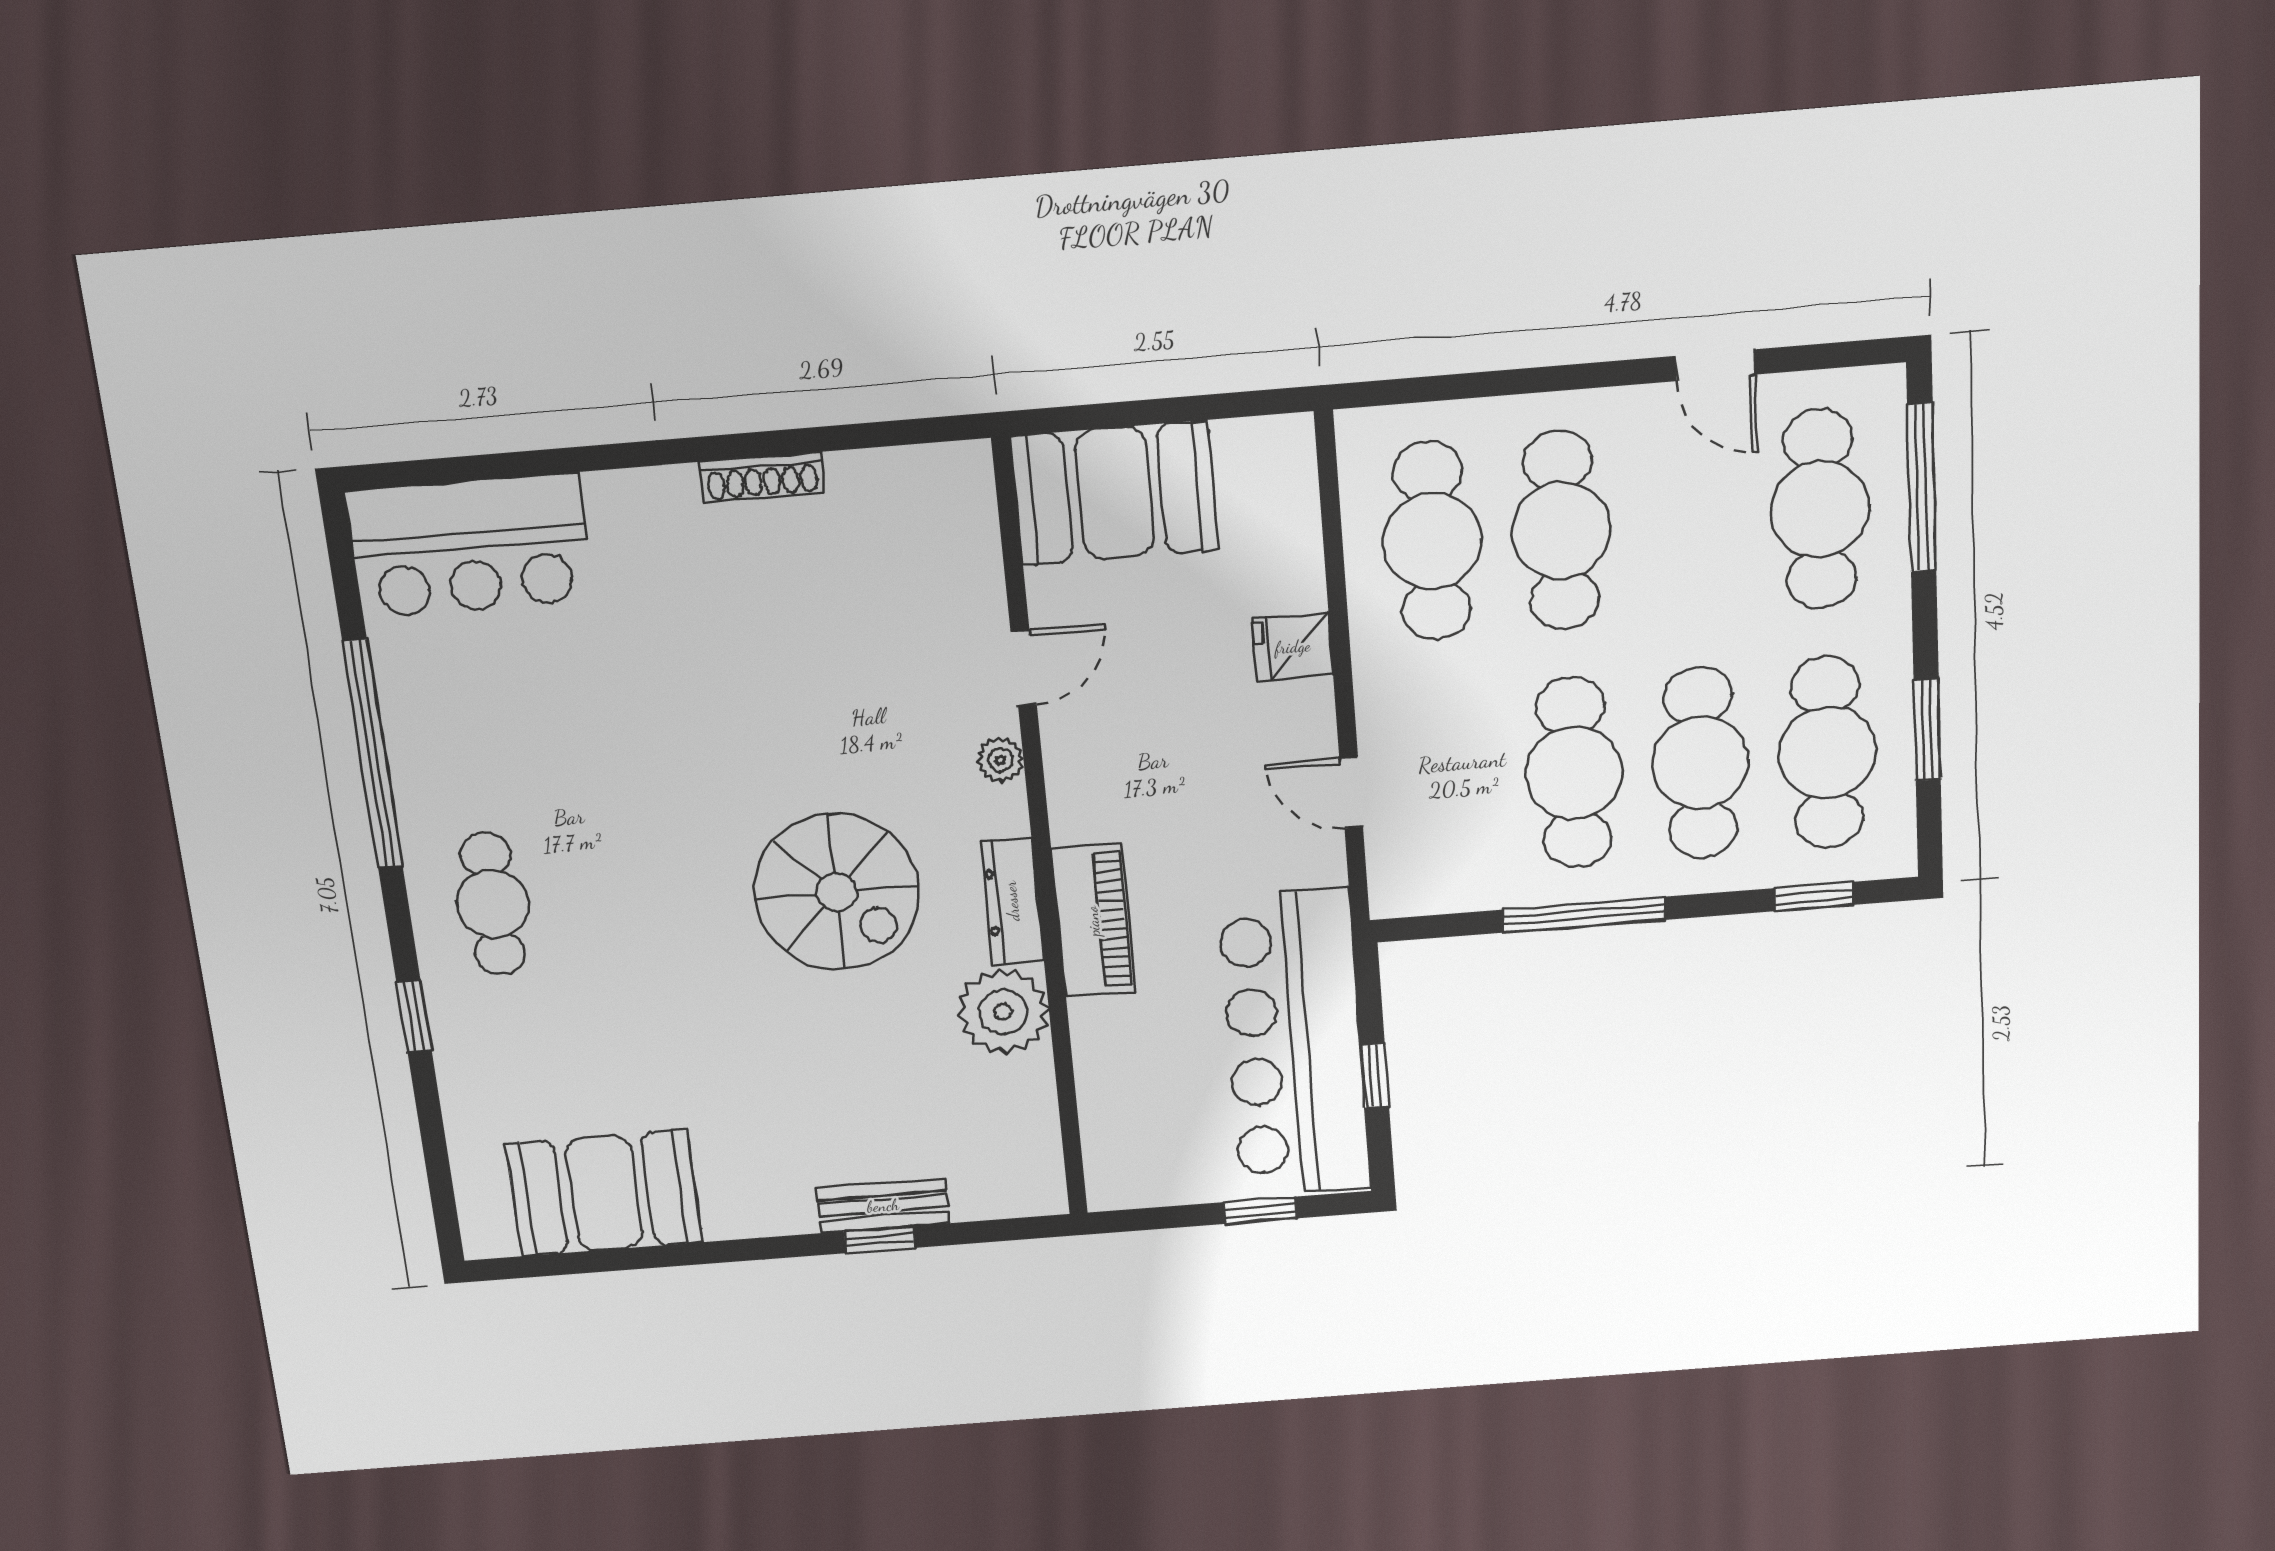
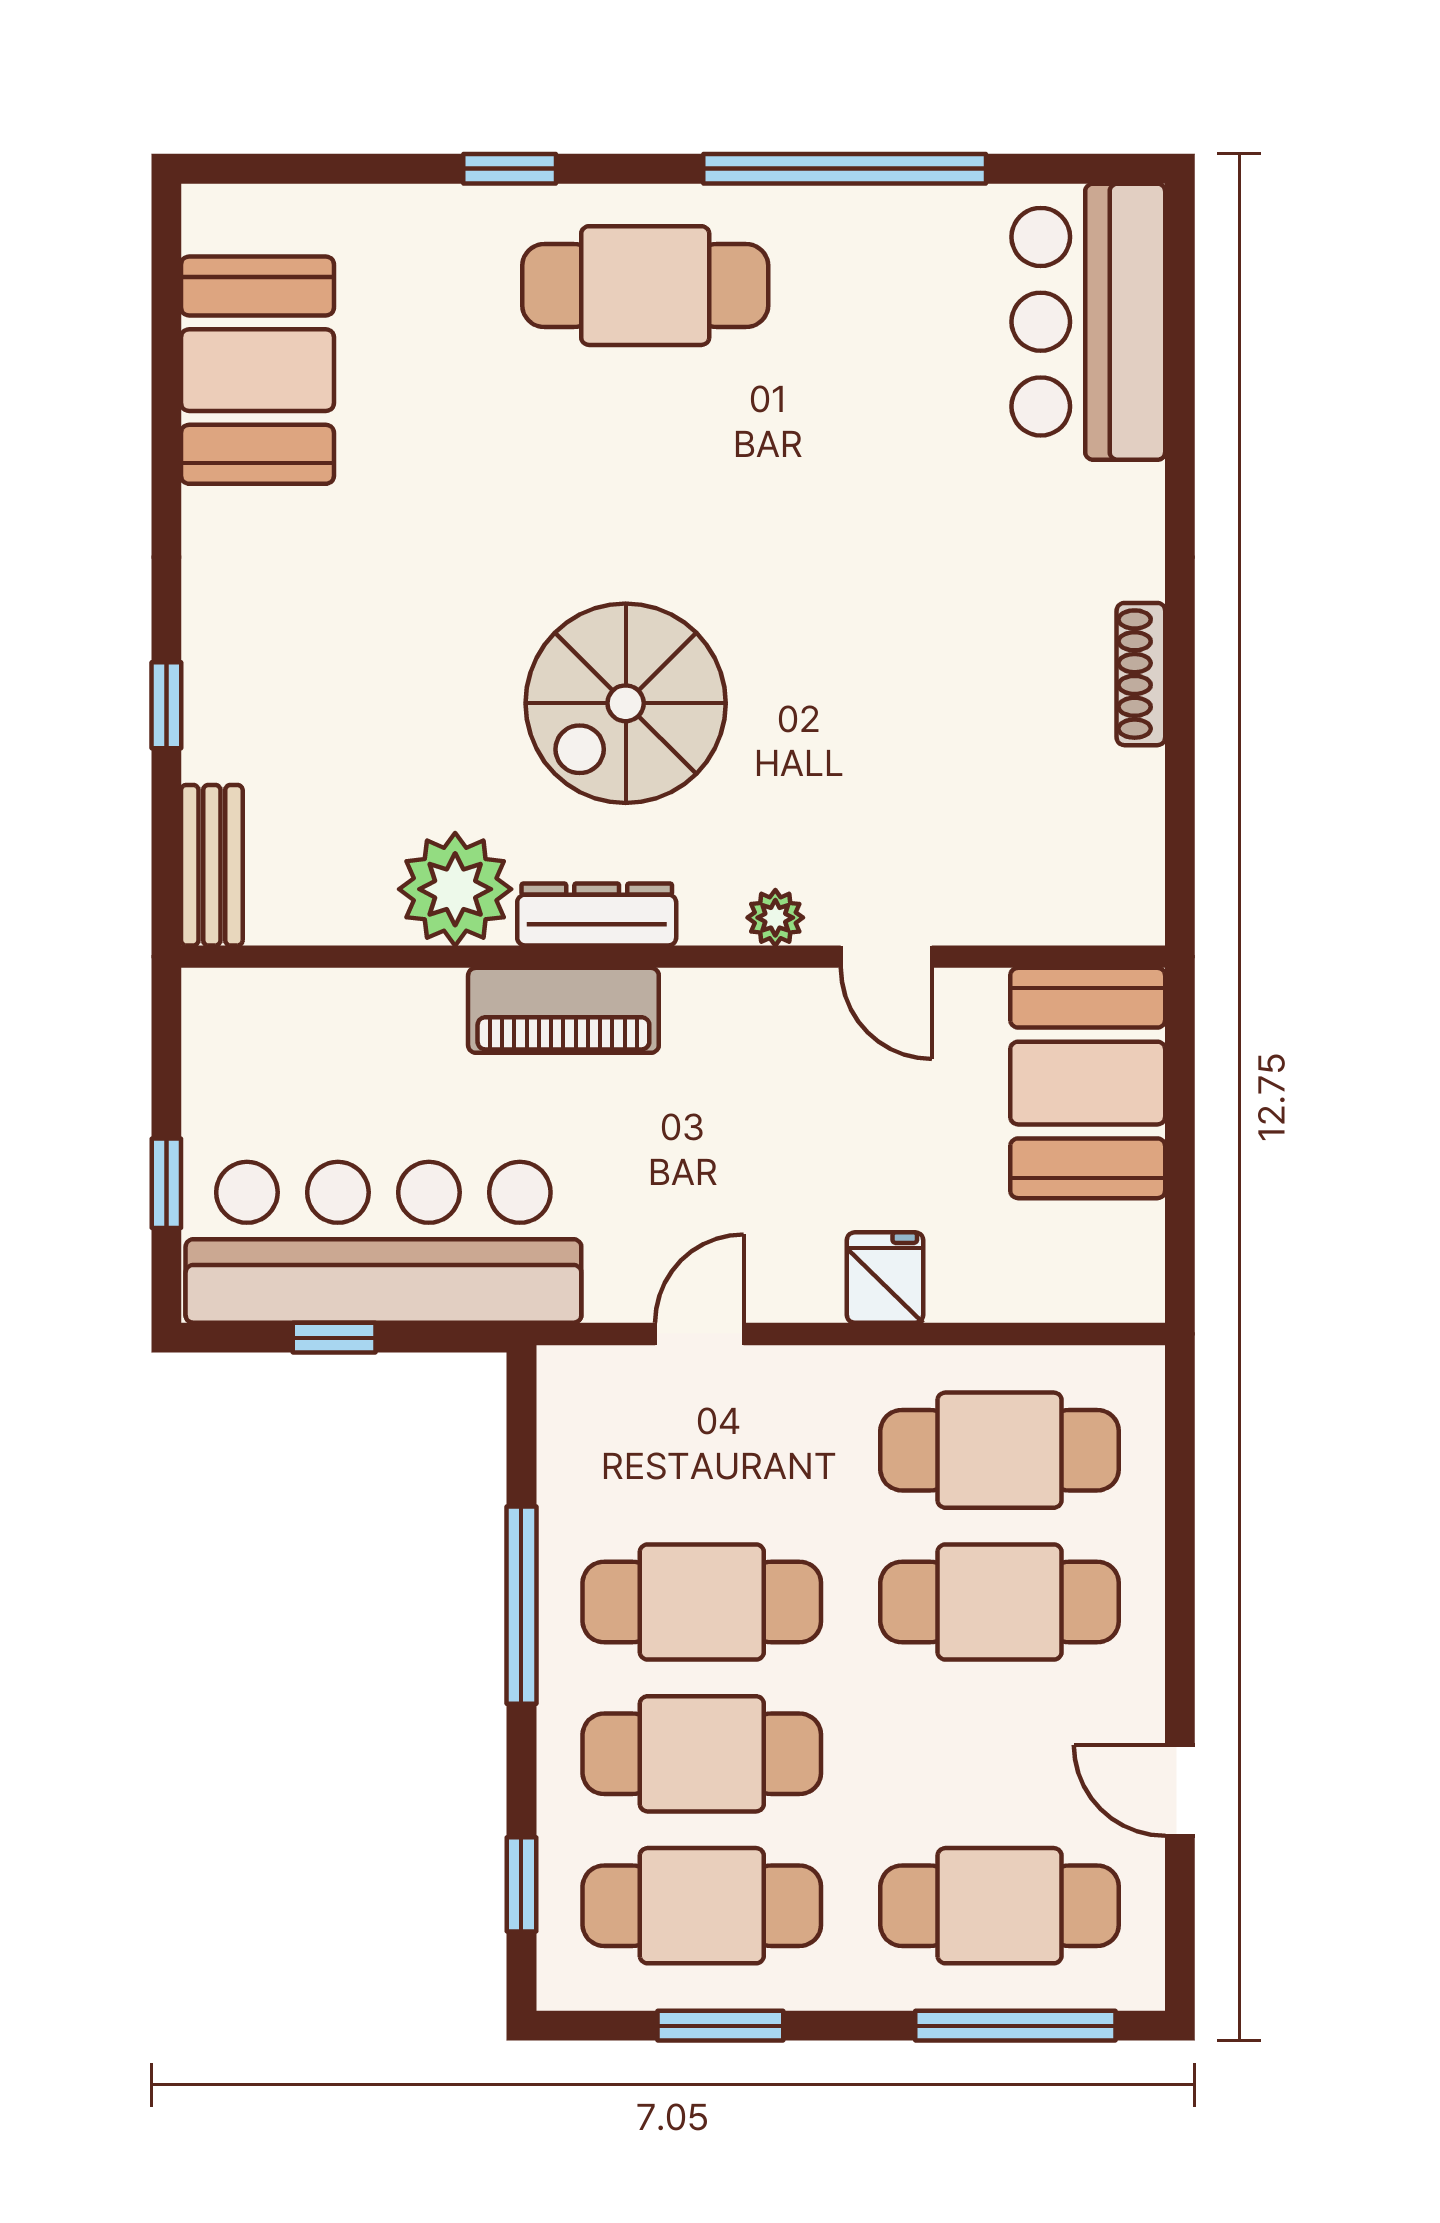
door: (1715, 365) -> (1180, 1790), hinge flipped
cafe table: (493, 904) -> (645, 286), width x1.37, depth x1.35
bench: (883, 1206) -> (212, 865), moved

